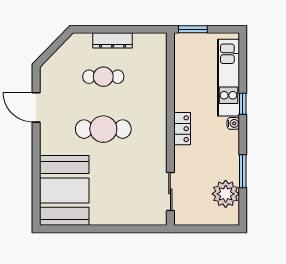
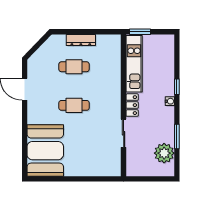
kitchen unit: (228, 78) -> (134, 64), moved, turned 180
cafe table: (103, 129) -> (74, 105), width x0.73, depth x0.74
sliding door: (170, 191) -> (124, 133), moved

